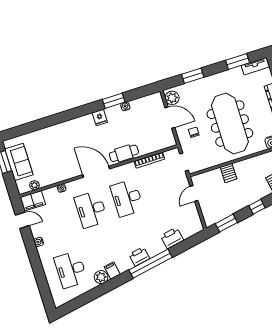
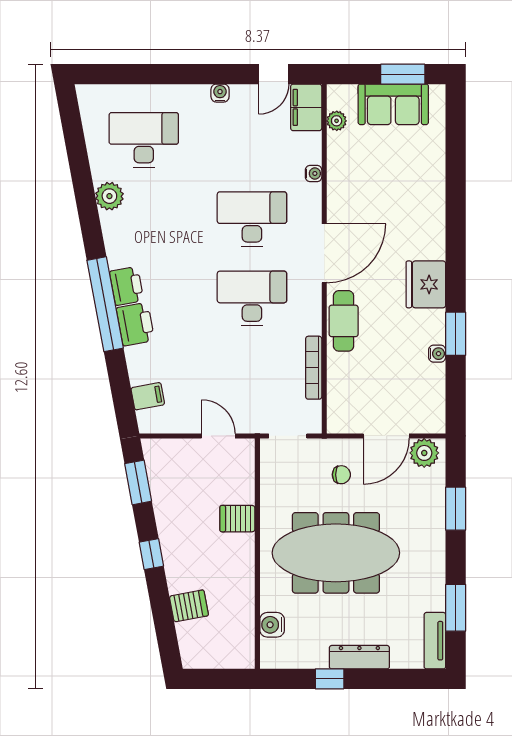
fridge: (100, 117) -> (426, 284), width x1.88, depth x1.34
printer: (172, 238) -> (135, 324), moved
filing cabinet: (112, 270) -> (148, 396), moved

